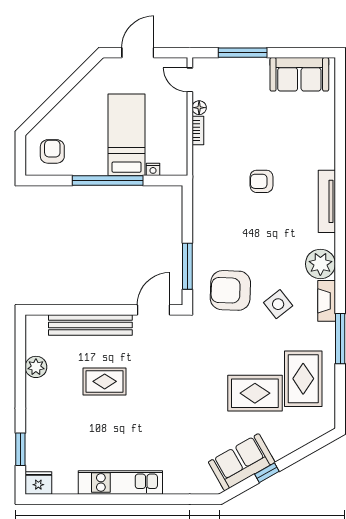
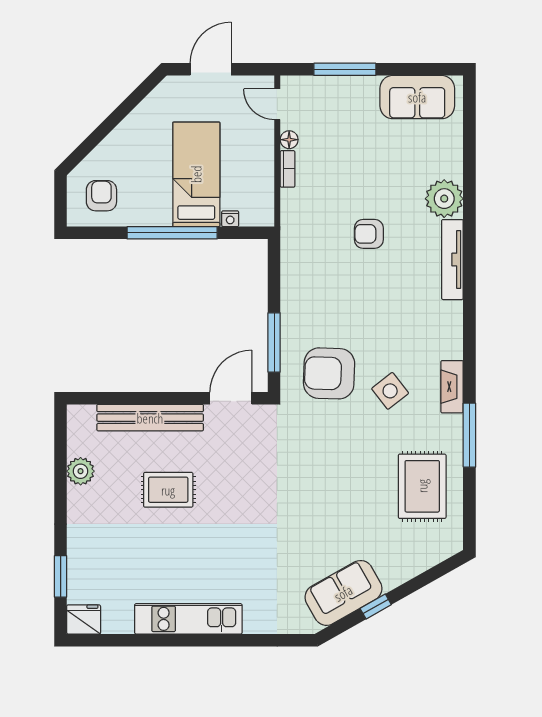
plant: (320, 264) -> (444, 199), moved
rug: (255, 393) -> (360, 505), removed

